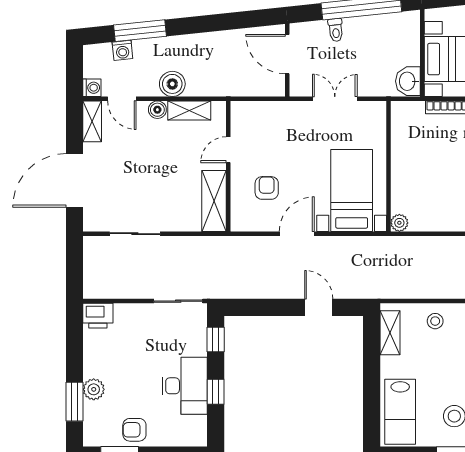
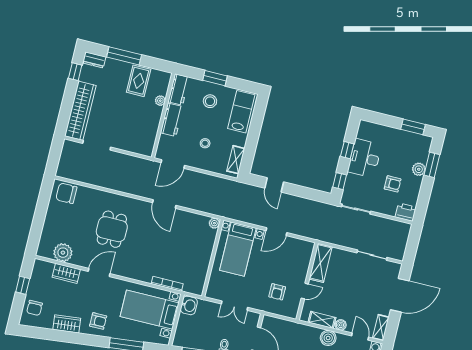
armchair: (267, 188) -> (277, 292), moved
stool: (435, 321) -> (205, 143), moved
armchair: (134, 430) -> (393, 184), moved

